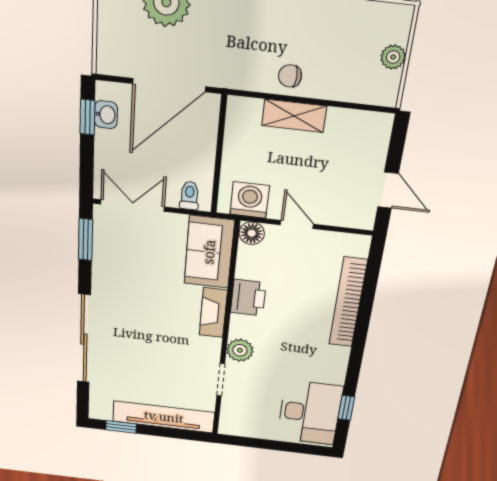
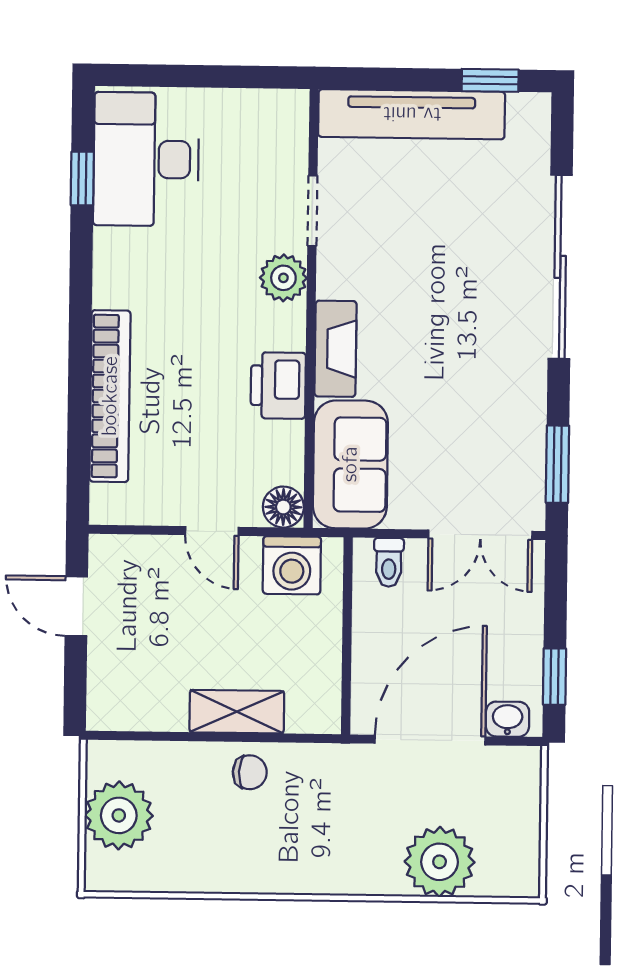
plant: (393, 57) -> (119, 815), width x1.88, depth x1.88
washbasin: (106, 115) -> (508, 719), moved, turned 90

